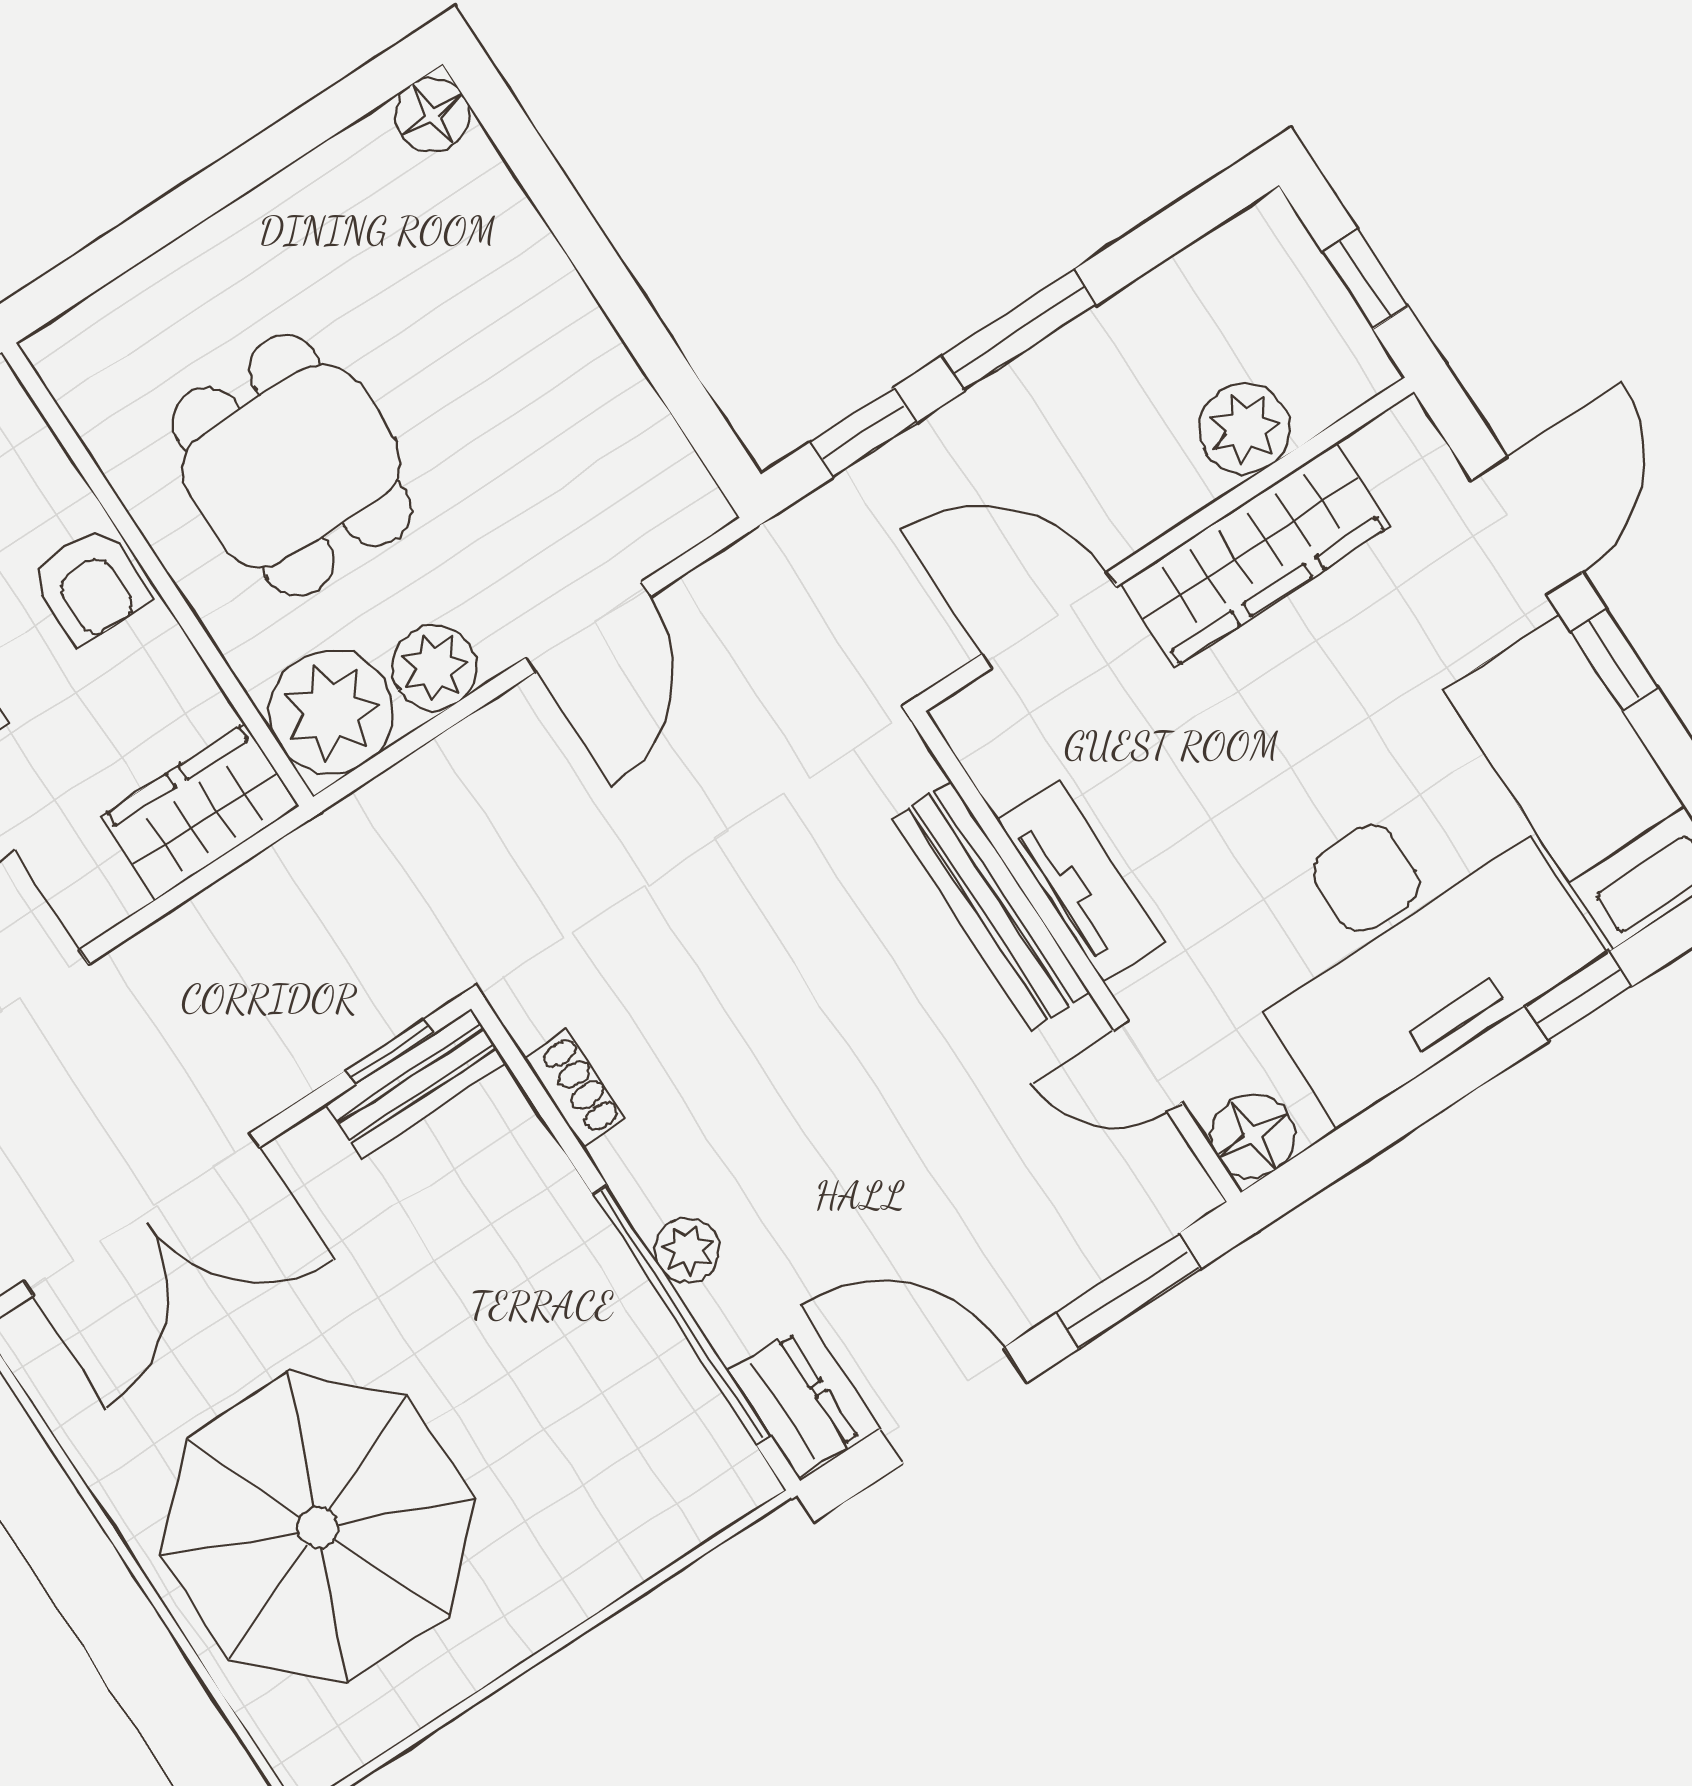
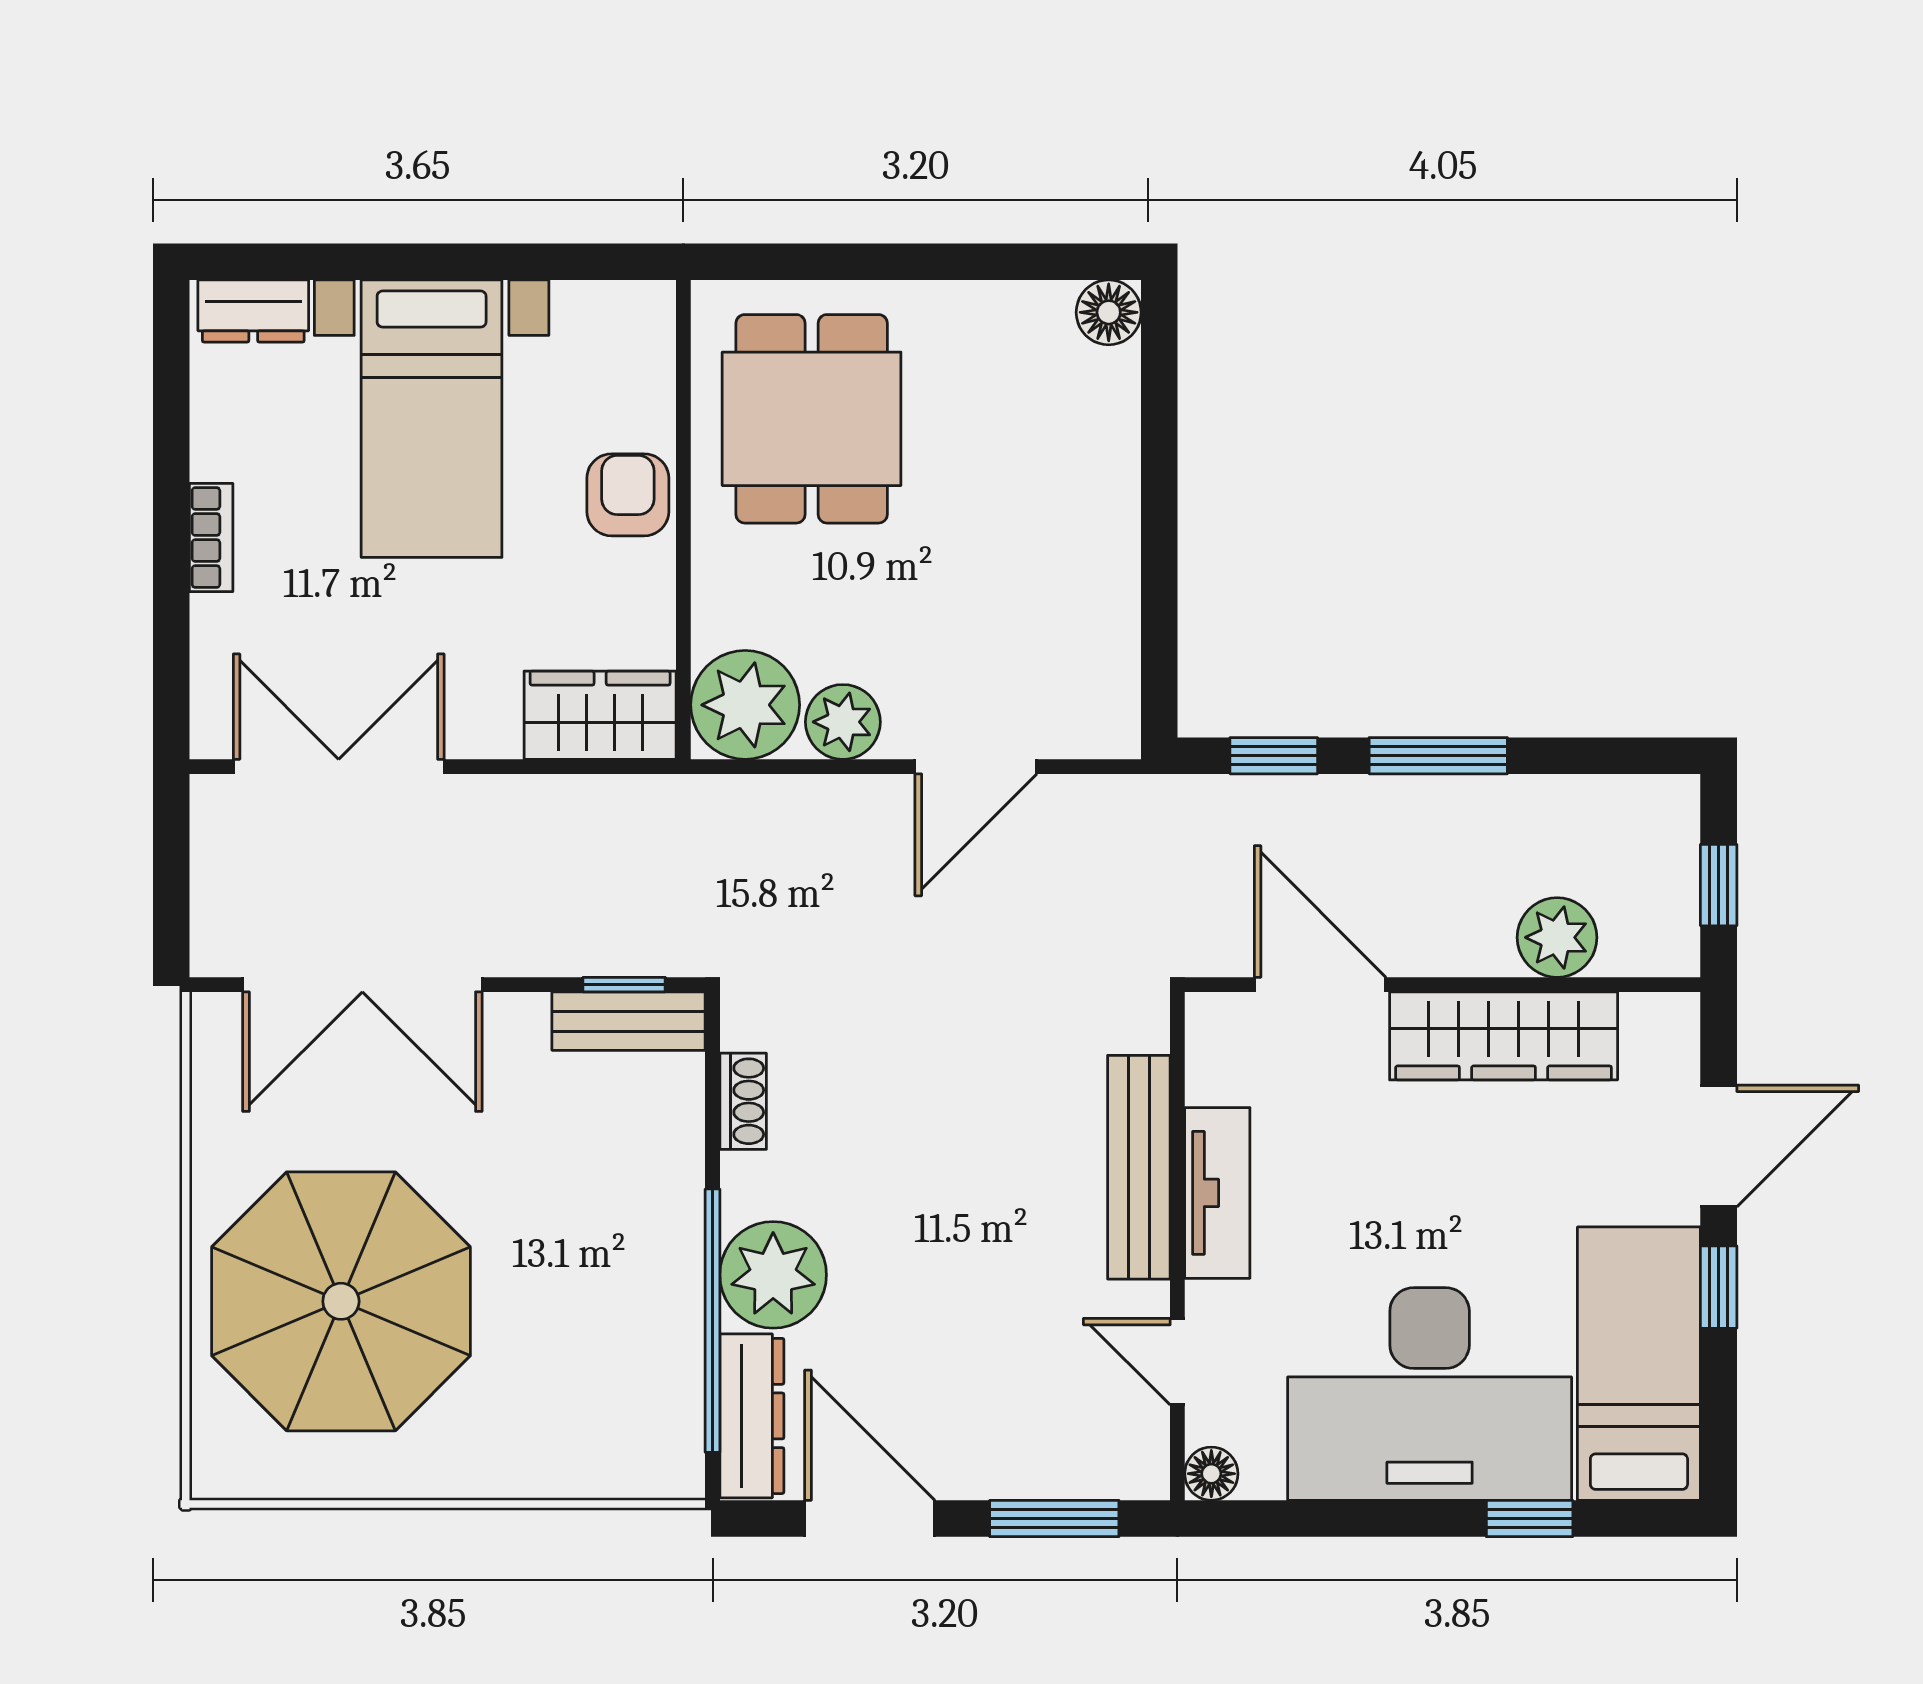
dining table: (292, 466) -> (812, 419), moved
armchair: (90, 586) -> (628, 495), turned 180
floor lamp: (1253, 1136) -> (1211, 1474), width x0.73, depth x0.73
plant: (687, 1250) -> (773, 1275), width x1.87, depth x1.87
dresser: (794, 1405) -> (752, 1416), width x1.44

